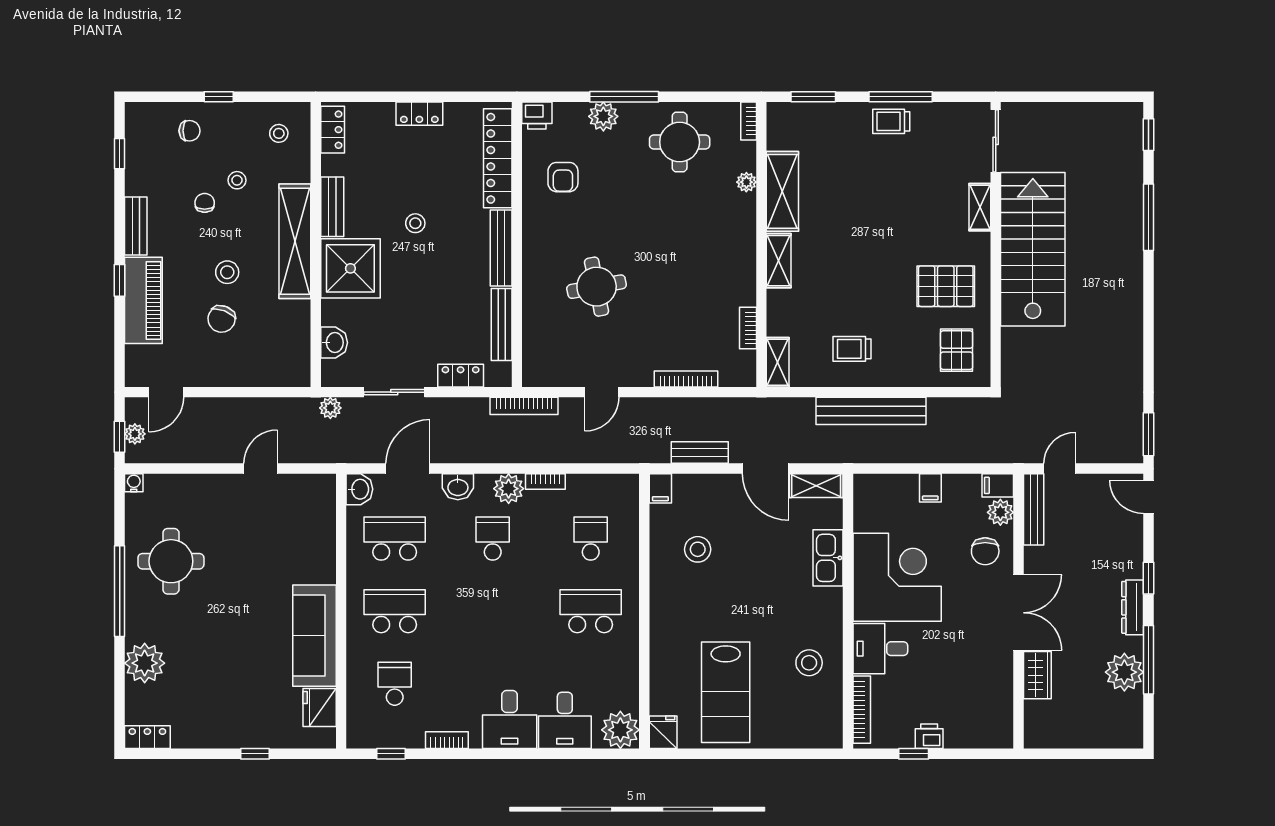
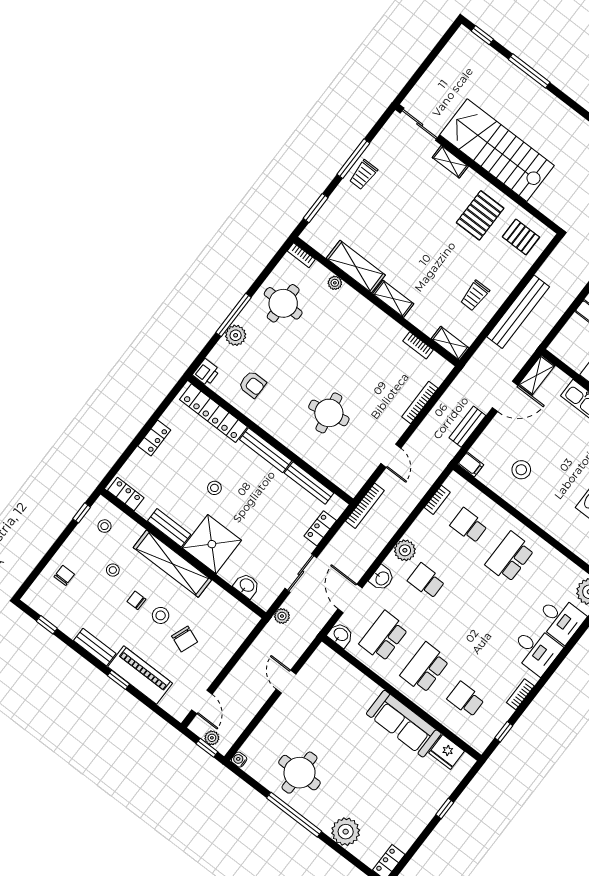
window: (219, 97) -> (82, 513), moved
chair: (205, 203) -> (136, 600), moved
bookcase: (545, 482) -> (437, 500), moved

